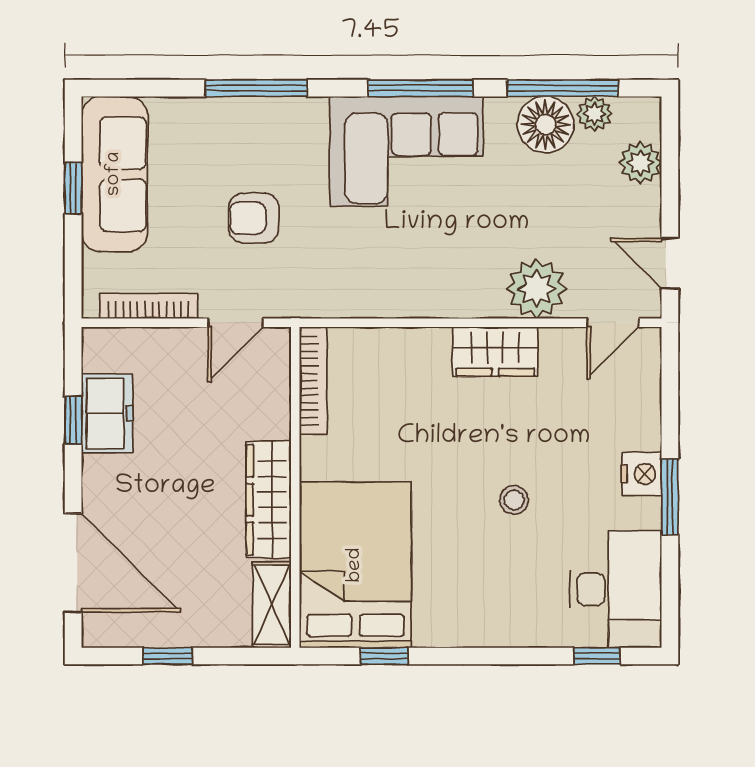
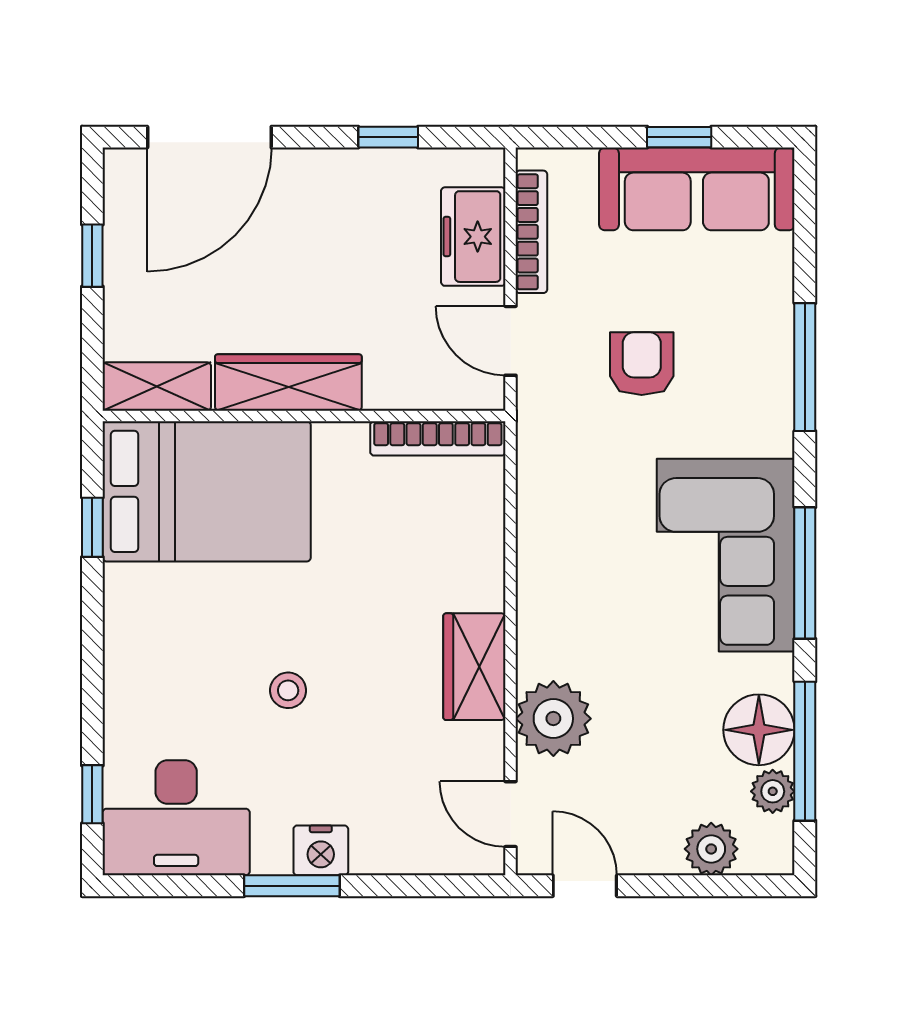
door: (670, 263) -> (585, 886), hinge flipped
freezer: (107, 413) -> (473, 237), moved, turned 90

